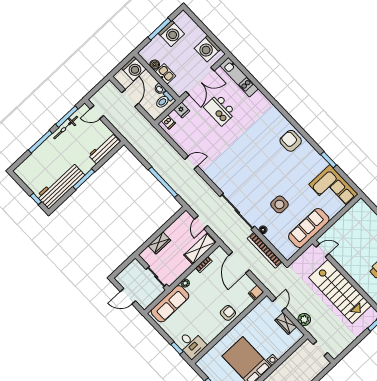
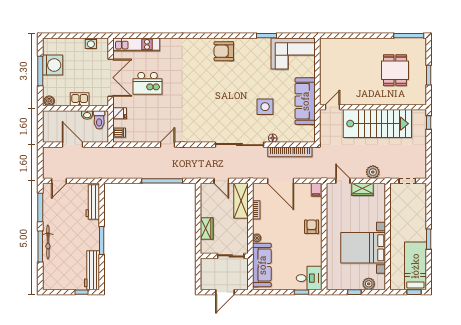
washing machine: (207, 49) -> (91, 43), width x0.53, depth x0.53
boiler: (155, 65) -> (49, 101), moved
washing machine: (134, 69) -> (52, 120), removed
bicycle: (66, 128) -> (48, 242), moved
workbench: (61, 186) -> (92, 270), width x0.73, depth x0.76

